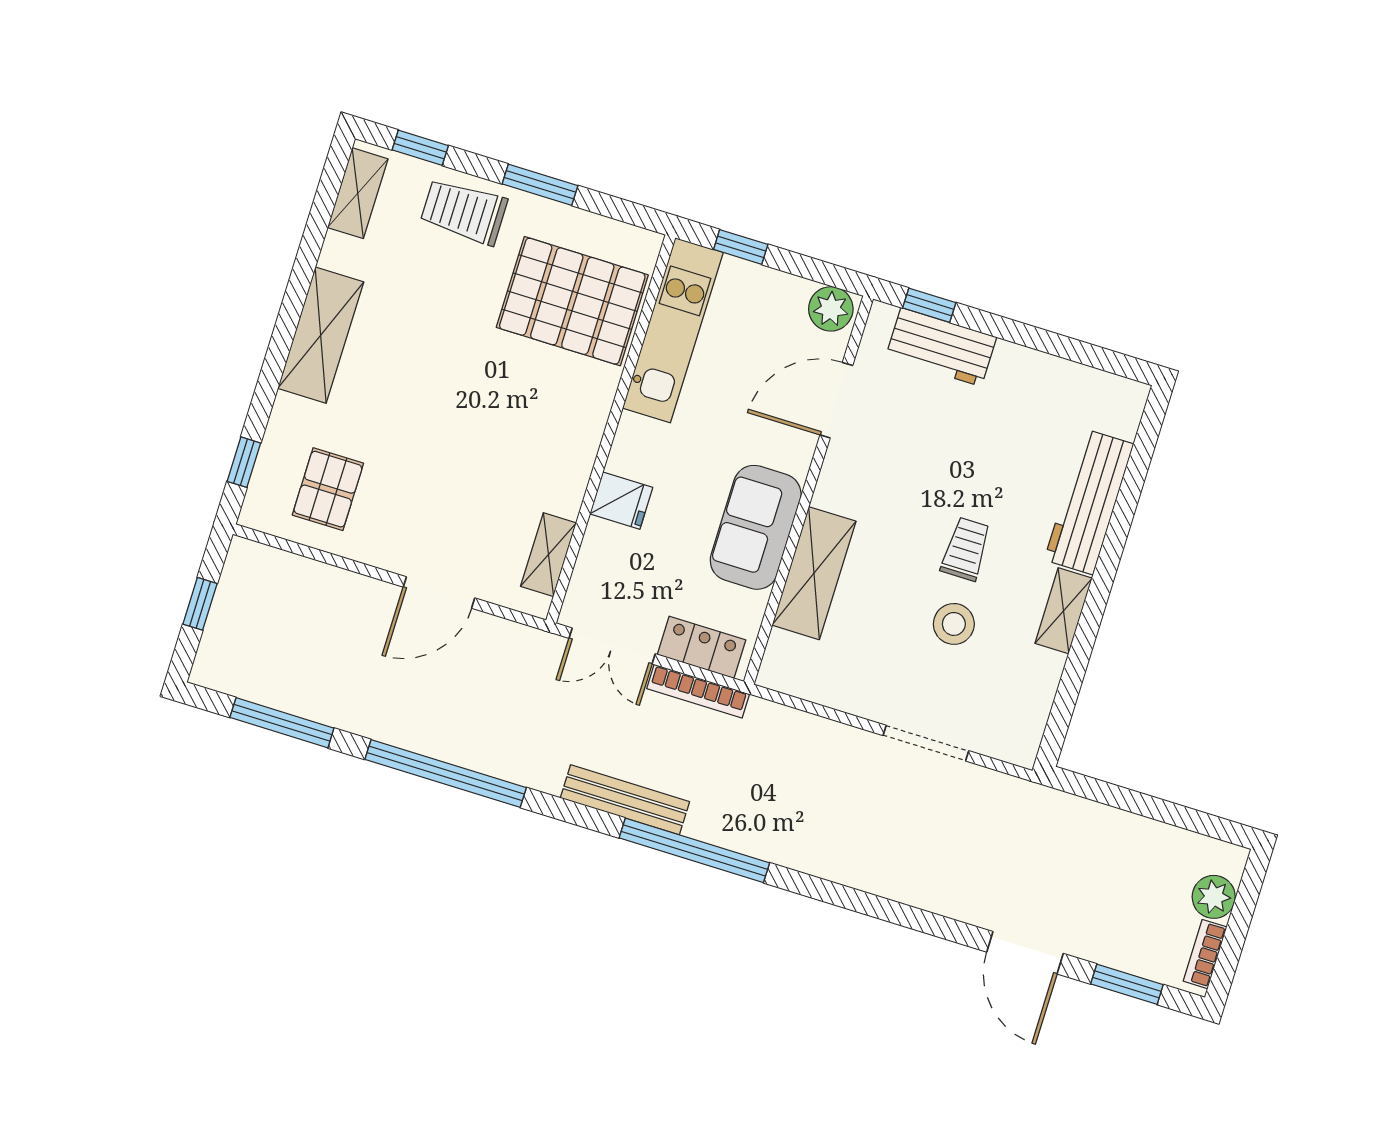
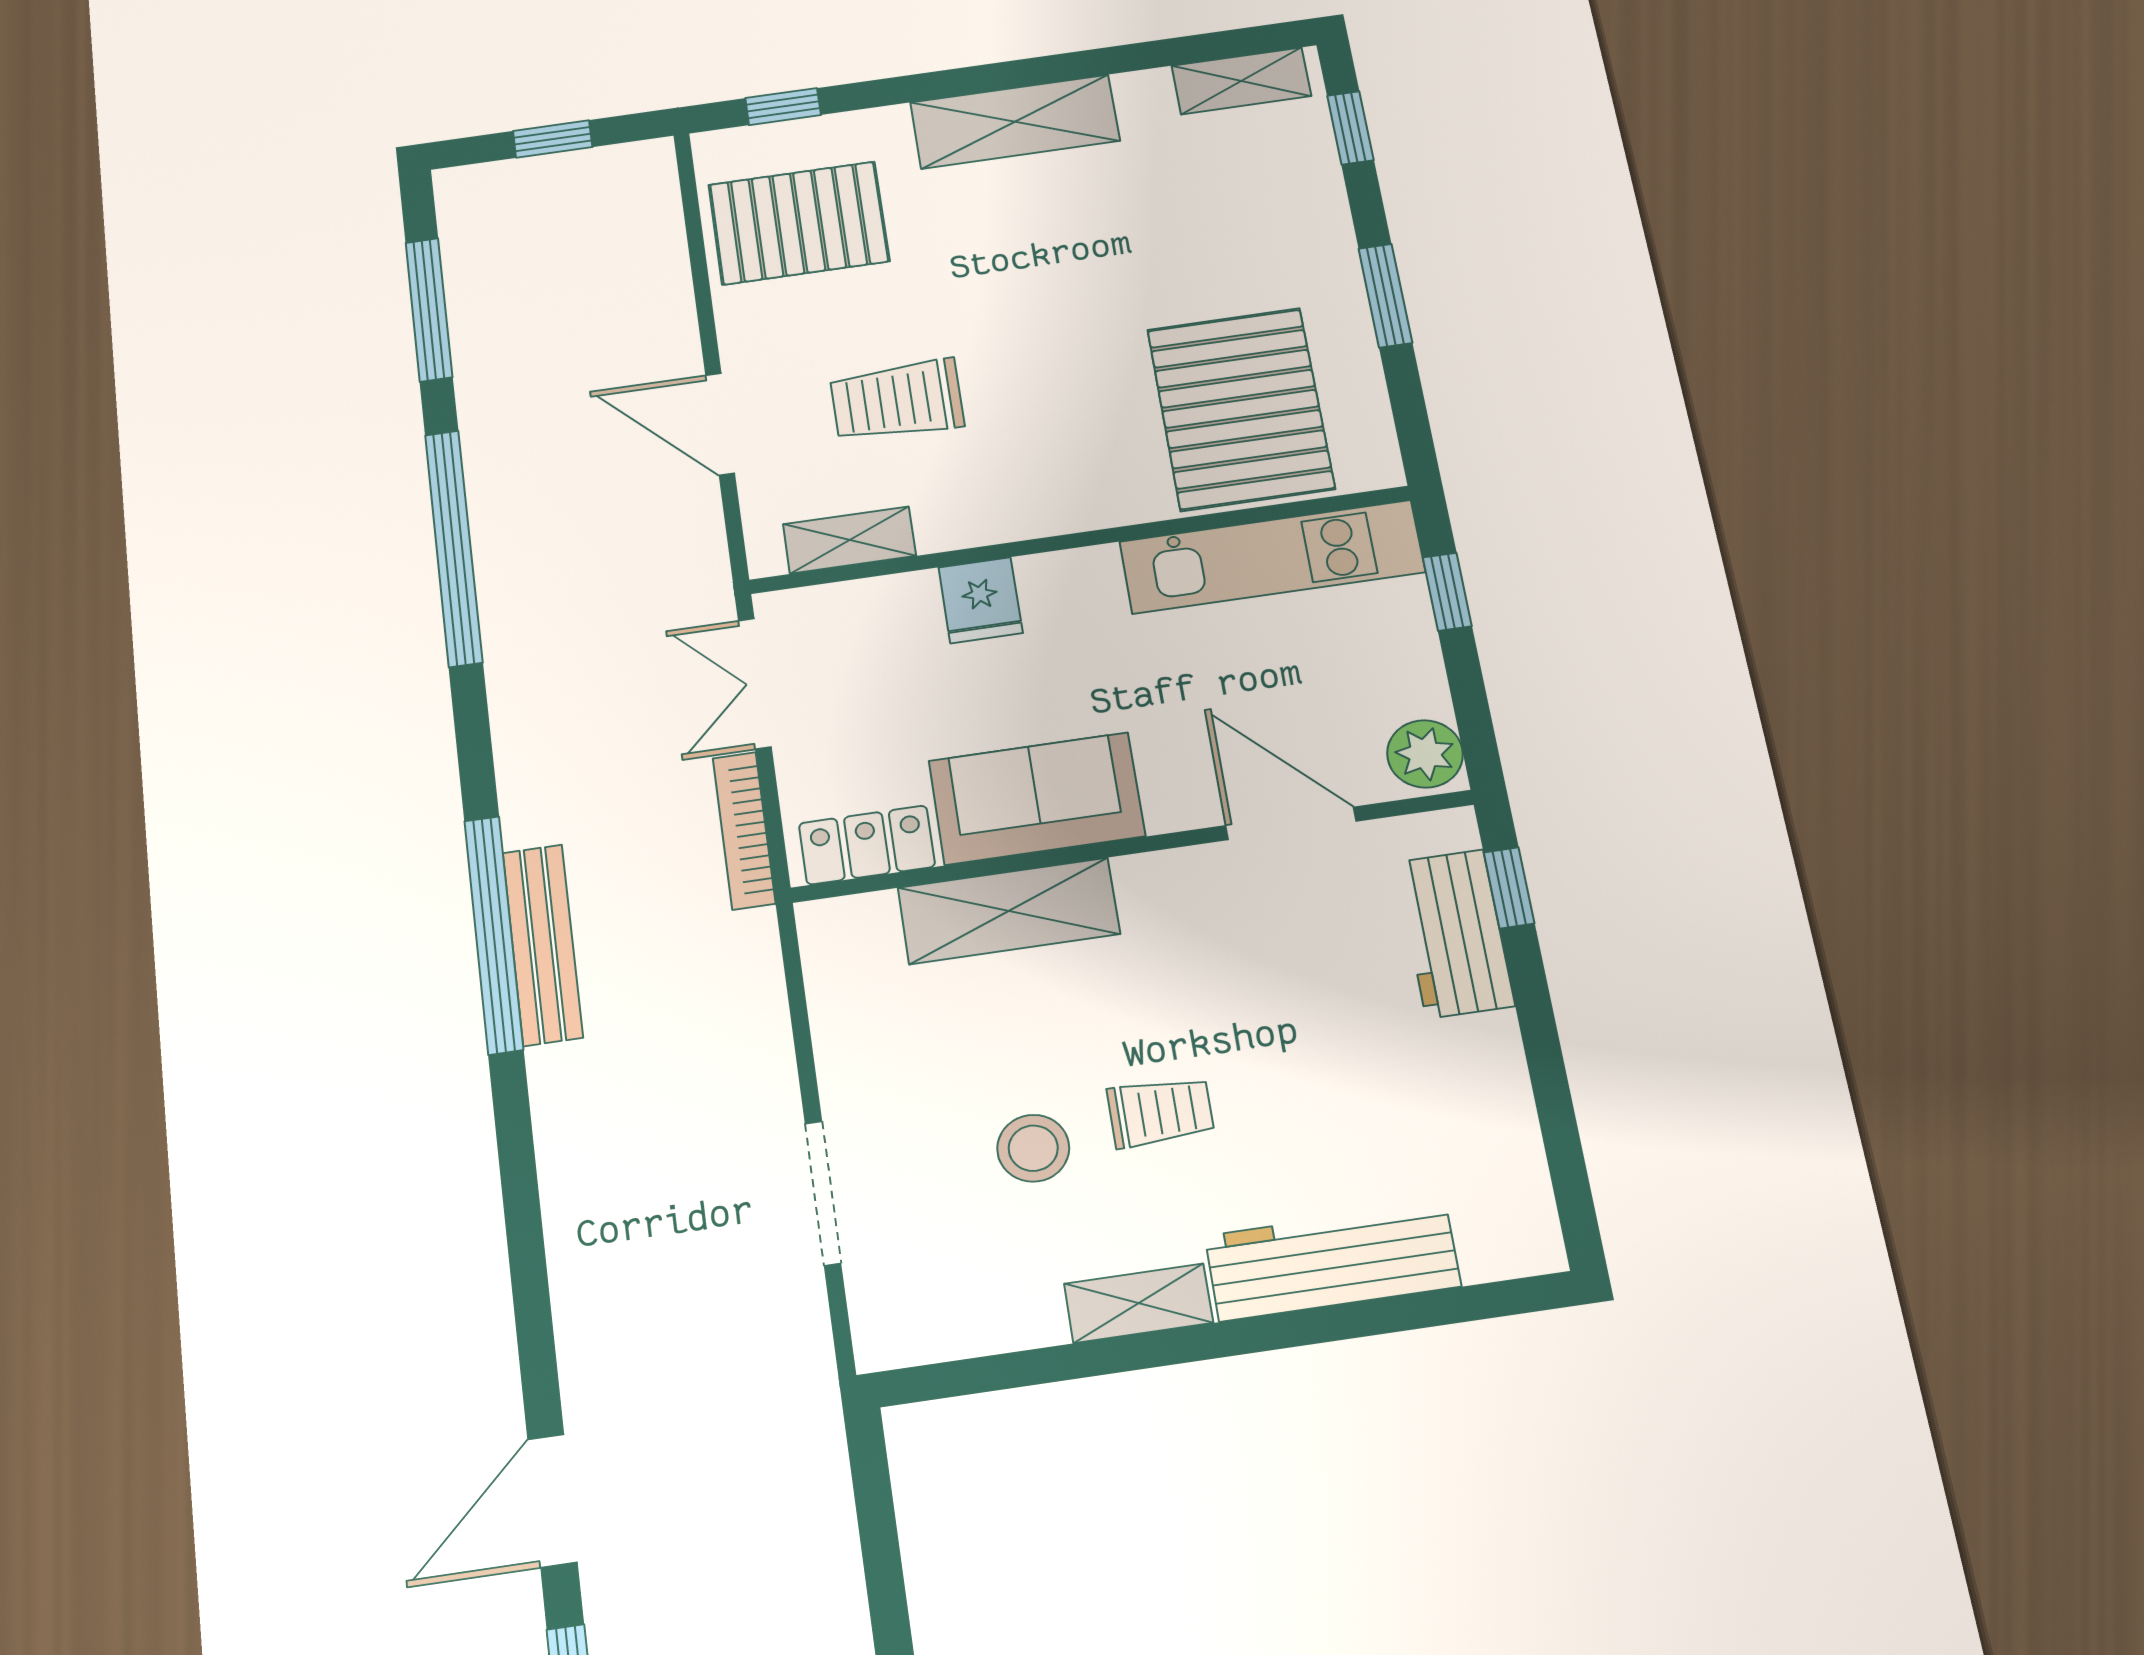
trolley: (464, 211) -> (897, 400), moved, turned -90
pallet: (328, 489) -> (799, 223), width x1.50, depth x1.42
locker: (702, 647) -> (867, 845), moved, turned -90
bench: (625, 800) -> (543, 945), moved

